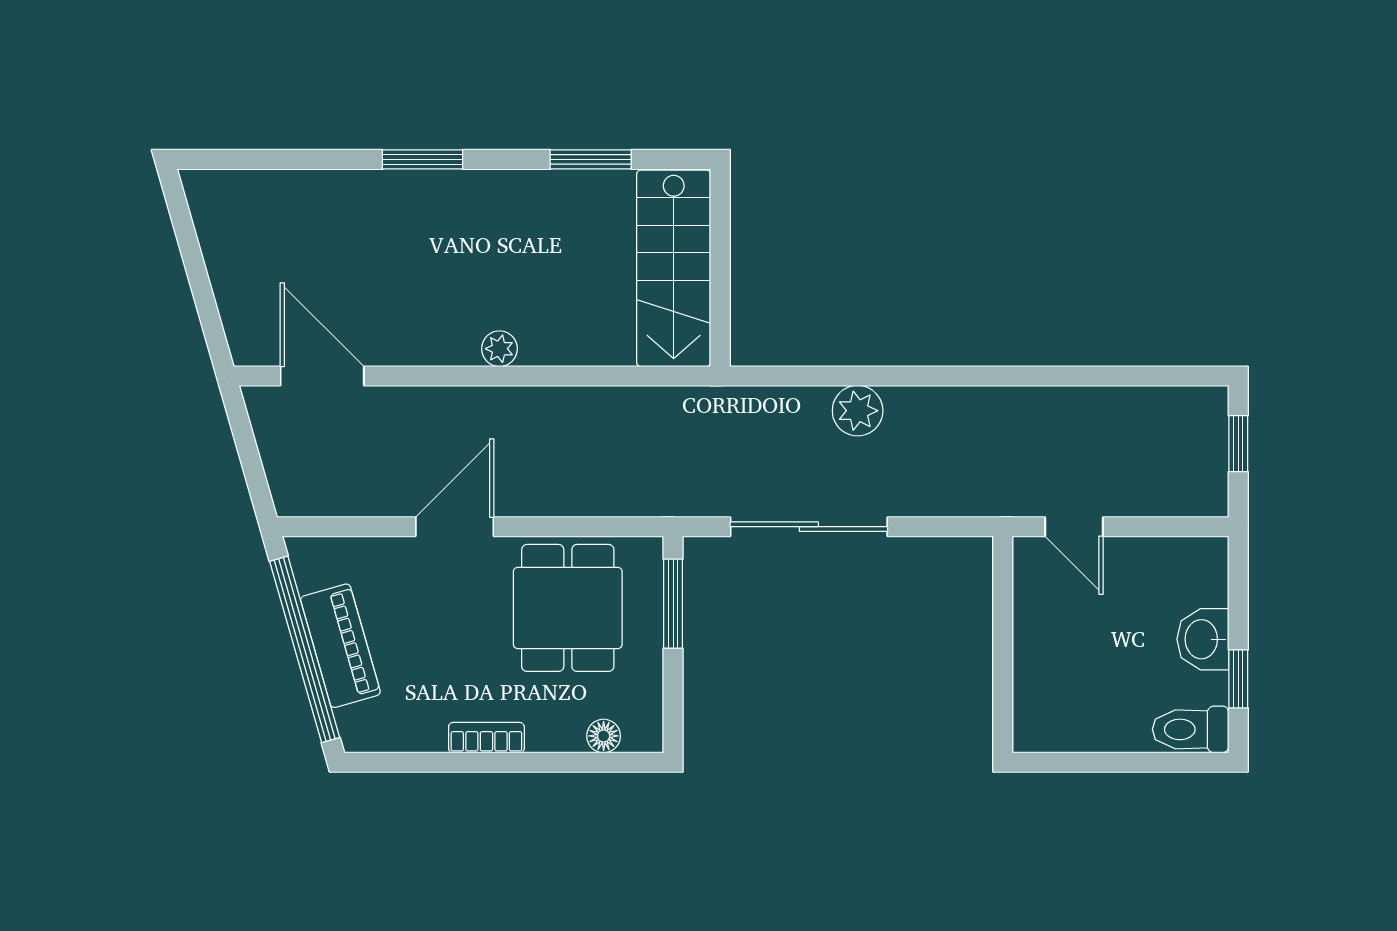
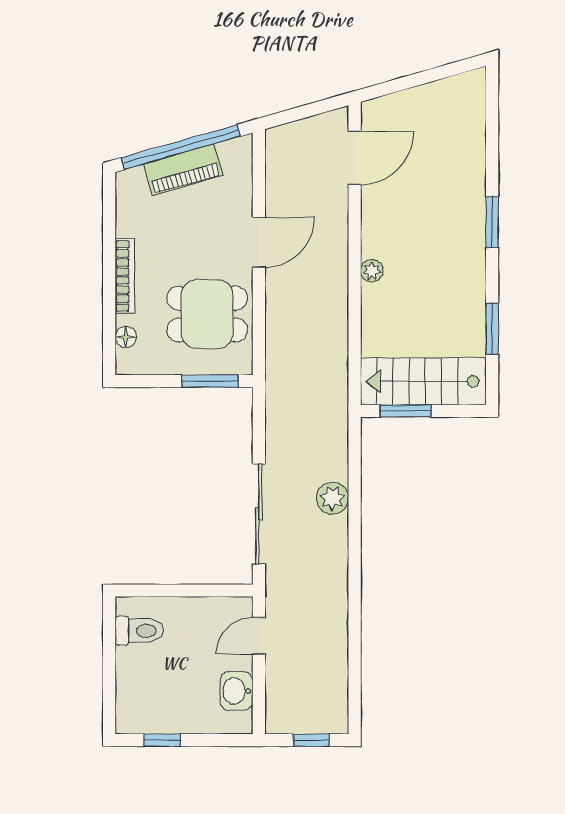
window: (720, 295) -> (406, 411), added
door: (455, 527) -> (259, 242), hinge flipped
sliding door: (809, 527) -> (259, 514), moved
washbasin: (1203, 639) -> (236, 691), moved, turned -90
toilet: (1191, 729) -> (140, 631), moved, turned 90
bookcase: (486, 738) -> (125, 276), width x1.56

